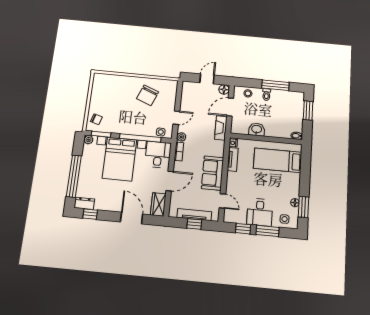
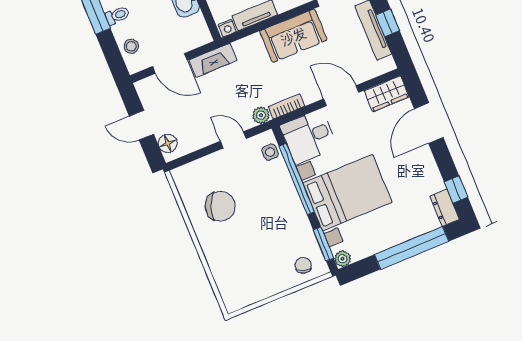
floor lamp: (224, 89) -> (168, 143), moved

